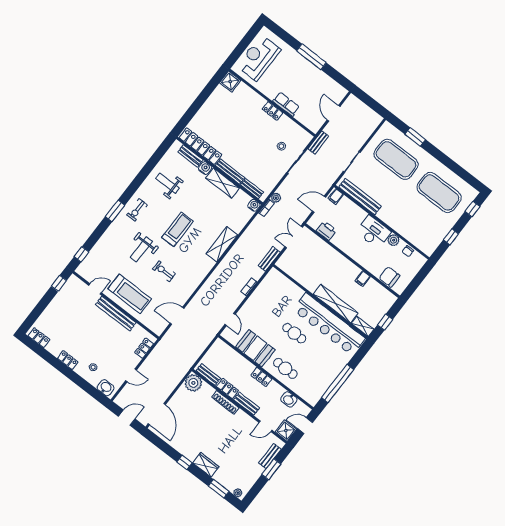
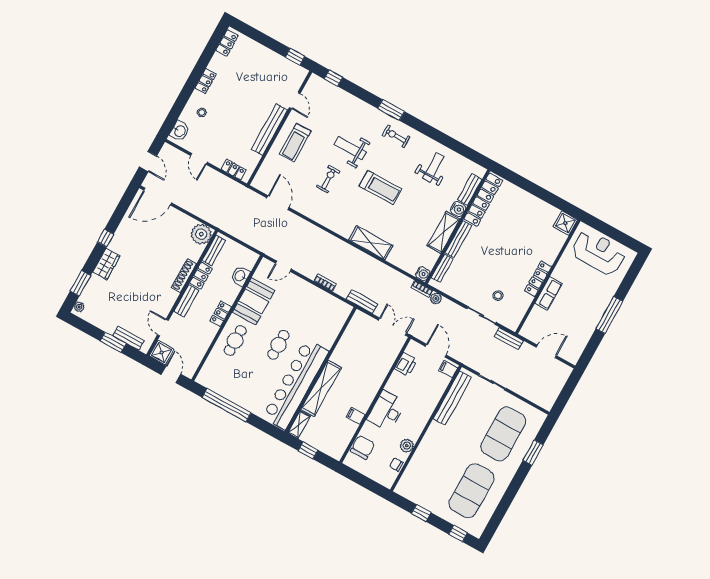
locker: (272, 111) -> (538, 279), width x1.53
desk: (374, 232) -> (386, 411), moved, turned 180
treadmill: (130, 294) -> (295, 143), width x0.73, depth x0.73
washbasin: (289, 399) -> (240, 276), moved

